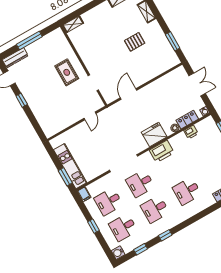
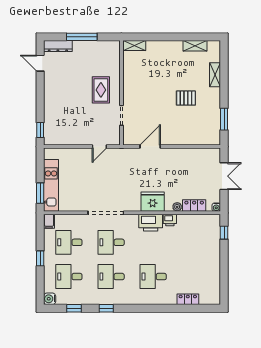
window: (22, 100) -> (40, 130), moved
printer: (191, 132) -> (170, 220), moved

